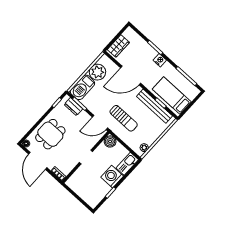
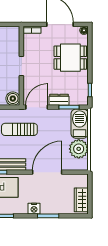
wardrobe: (118, 46) -> (81, 200), moved
dresser: (73, 107) -> (59, 100), moved
dining table: (50, 134) -> (70, 58), turned 90

